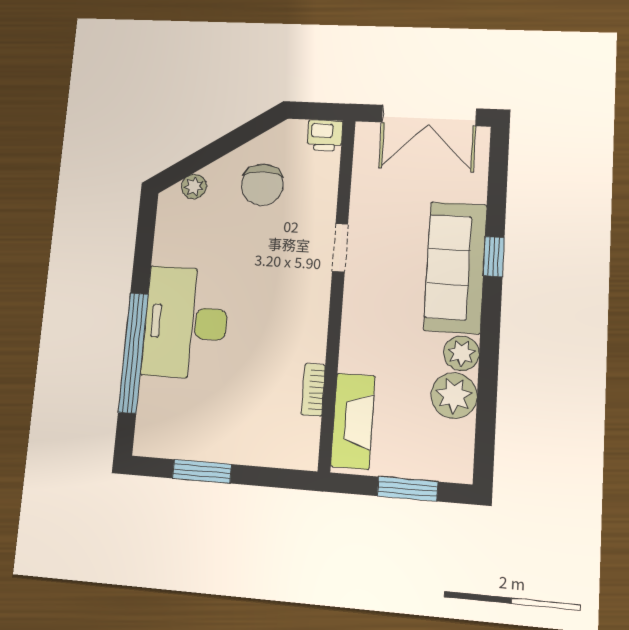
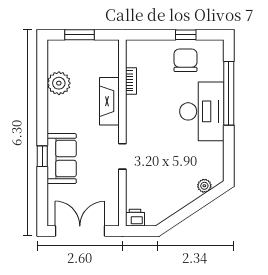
chair: (262, 185) -> (185, 60), moved
sofa: (455, 267) -> (62, 159), width x0.73
plant: (461, 353) -> (56, 105), removed
fireplace: (353, 421) -> (109, 101), moved
window: (202, 471) -> (186, 35), width x0.67

